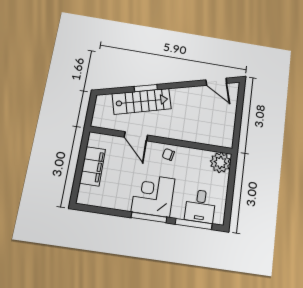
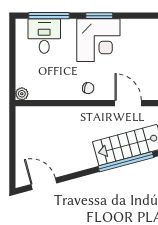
window: (146, 88) -> (126, 162), width x2.11
plant: (220, 162) -> (22, 94), width x0.53, depth x0.53
window: (149, 217) -> (99, 16), width x0.69

